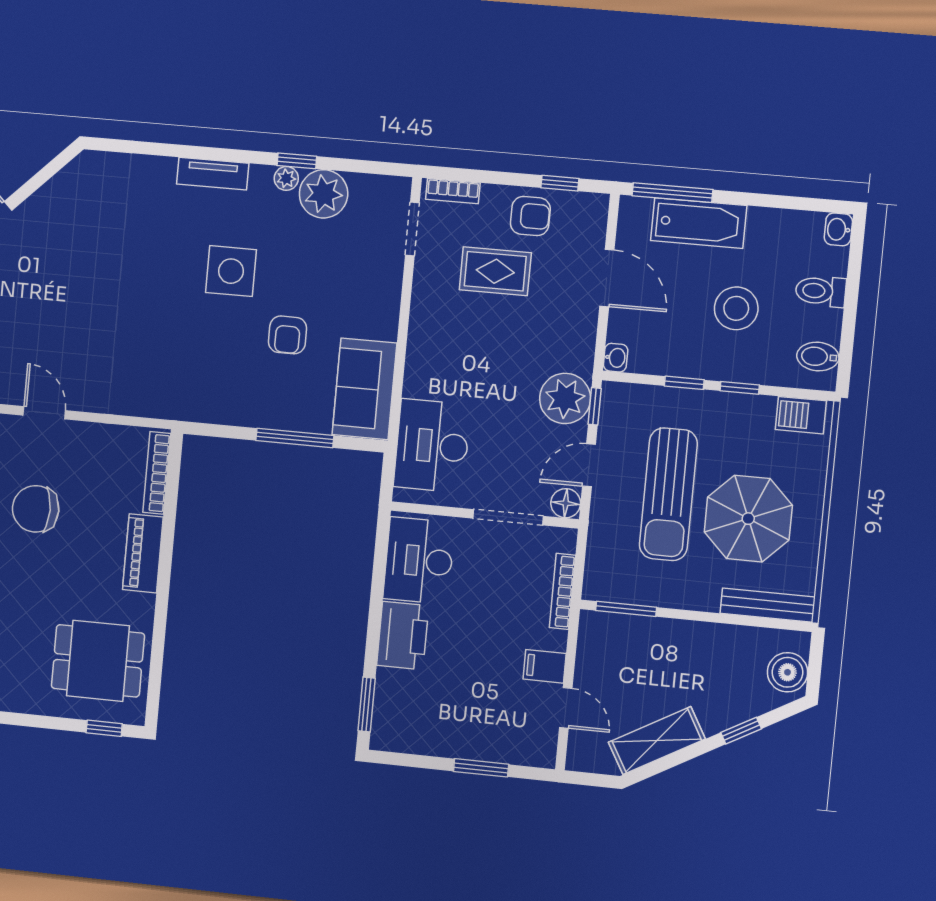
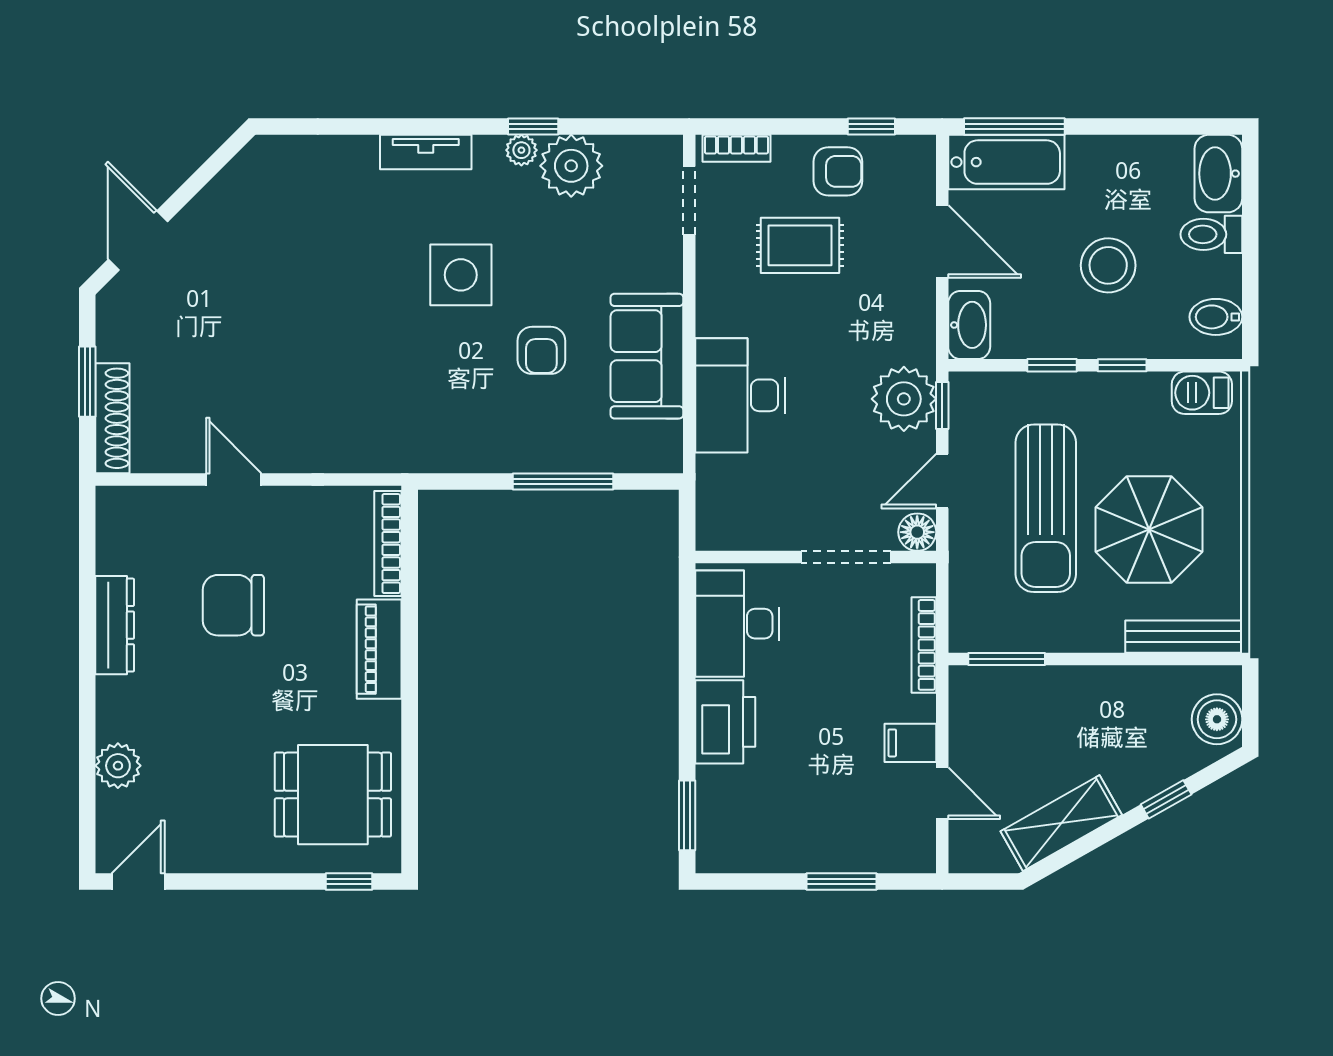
bathtub: (699, 223) -> (1006, 162), moved
washbasin: (838, 229) -> (1218, 174), width x1.91, depth x1.45
washbasin: (616, 358) -> (969, 325), width x1.91, depth x1.45
sofa: (364, 389) -> (647, 356), moved
desk: (432, 446) -> (740, 395), moved

